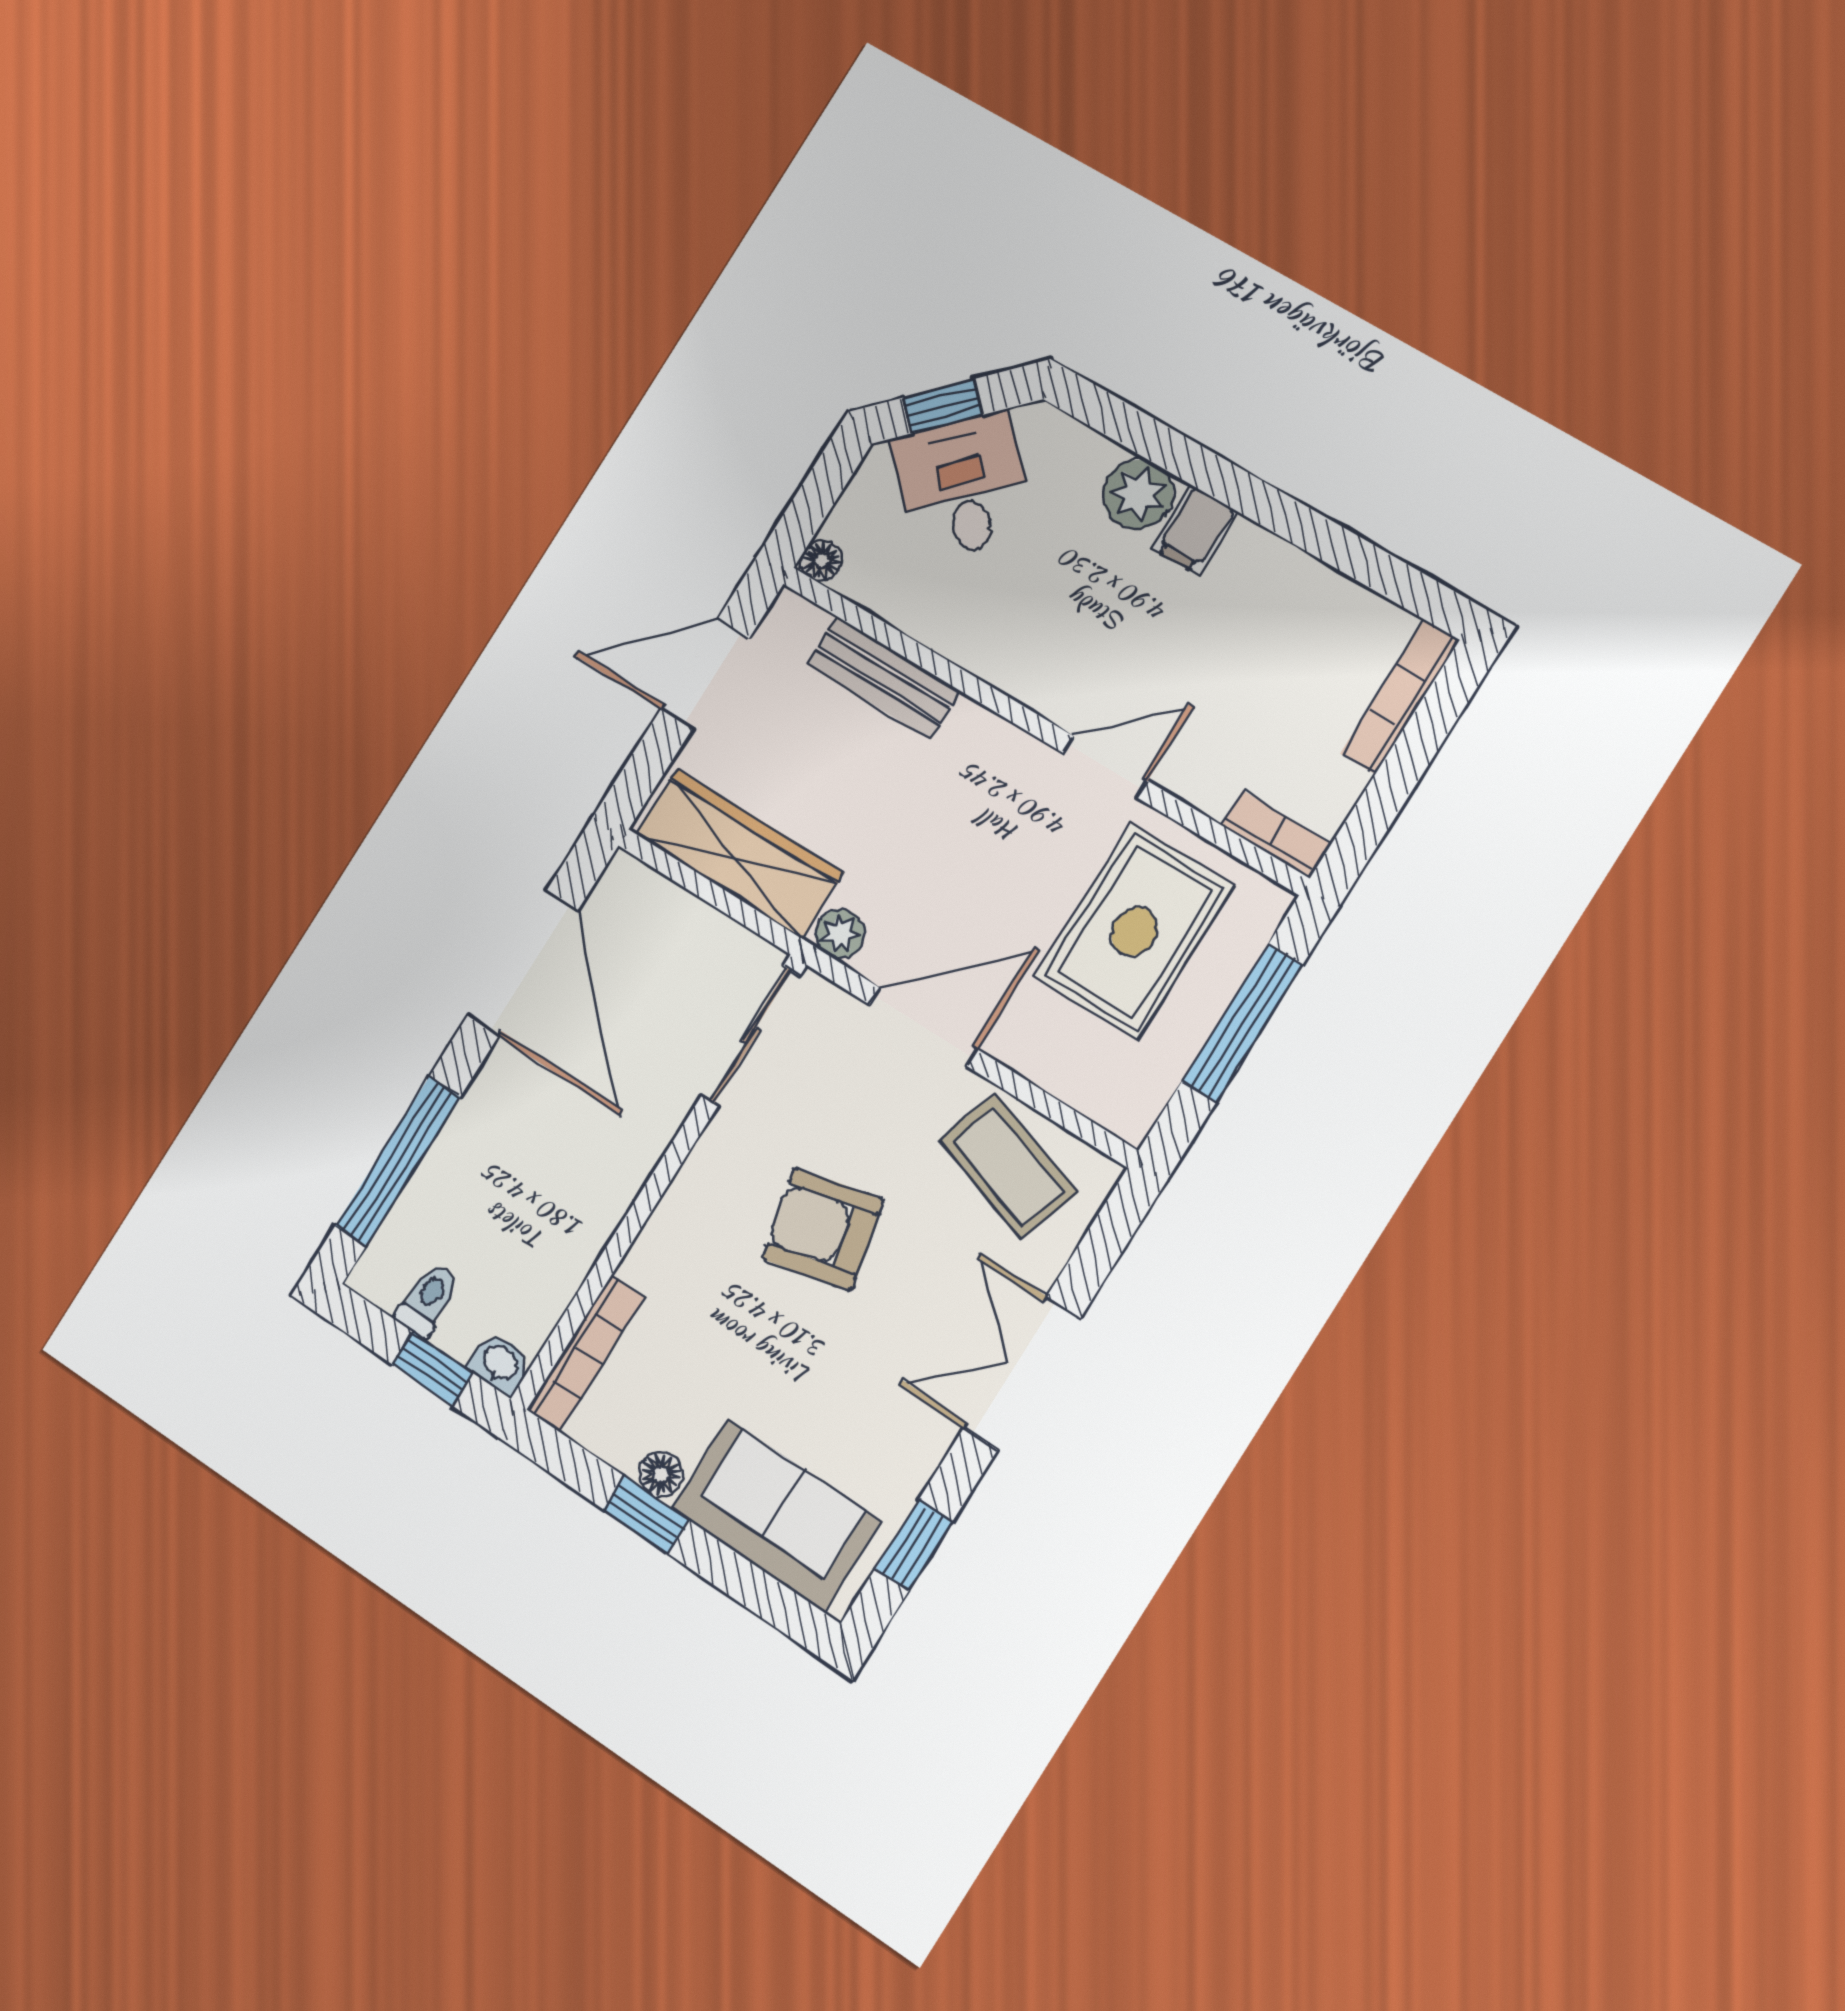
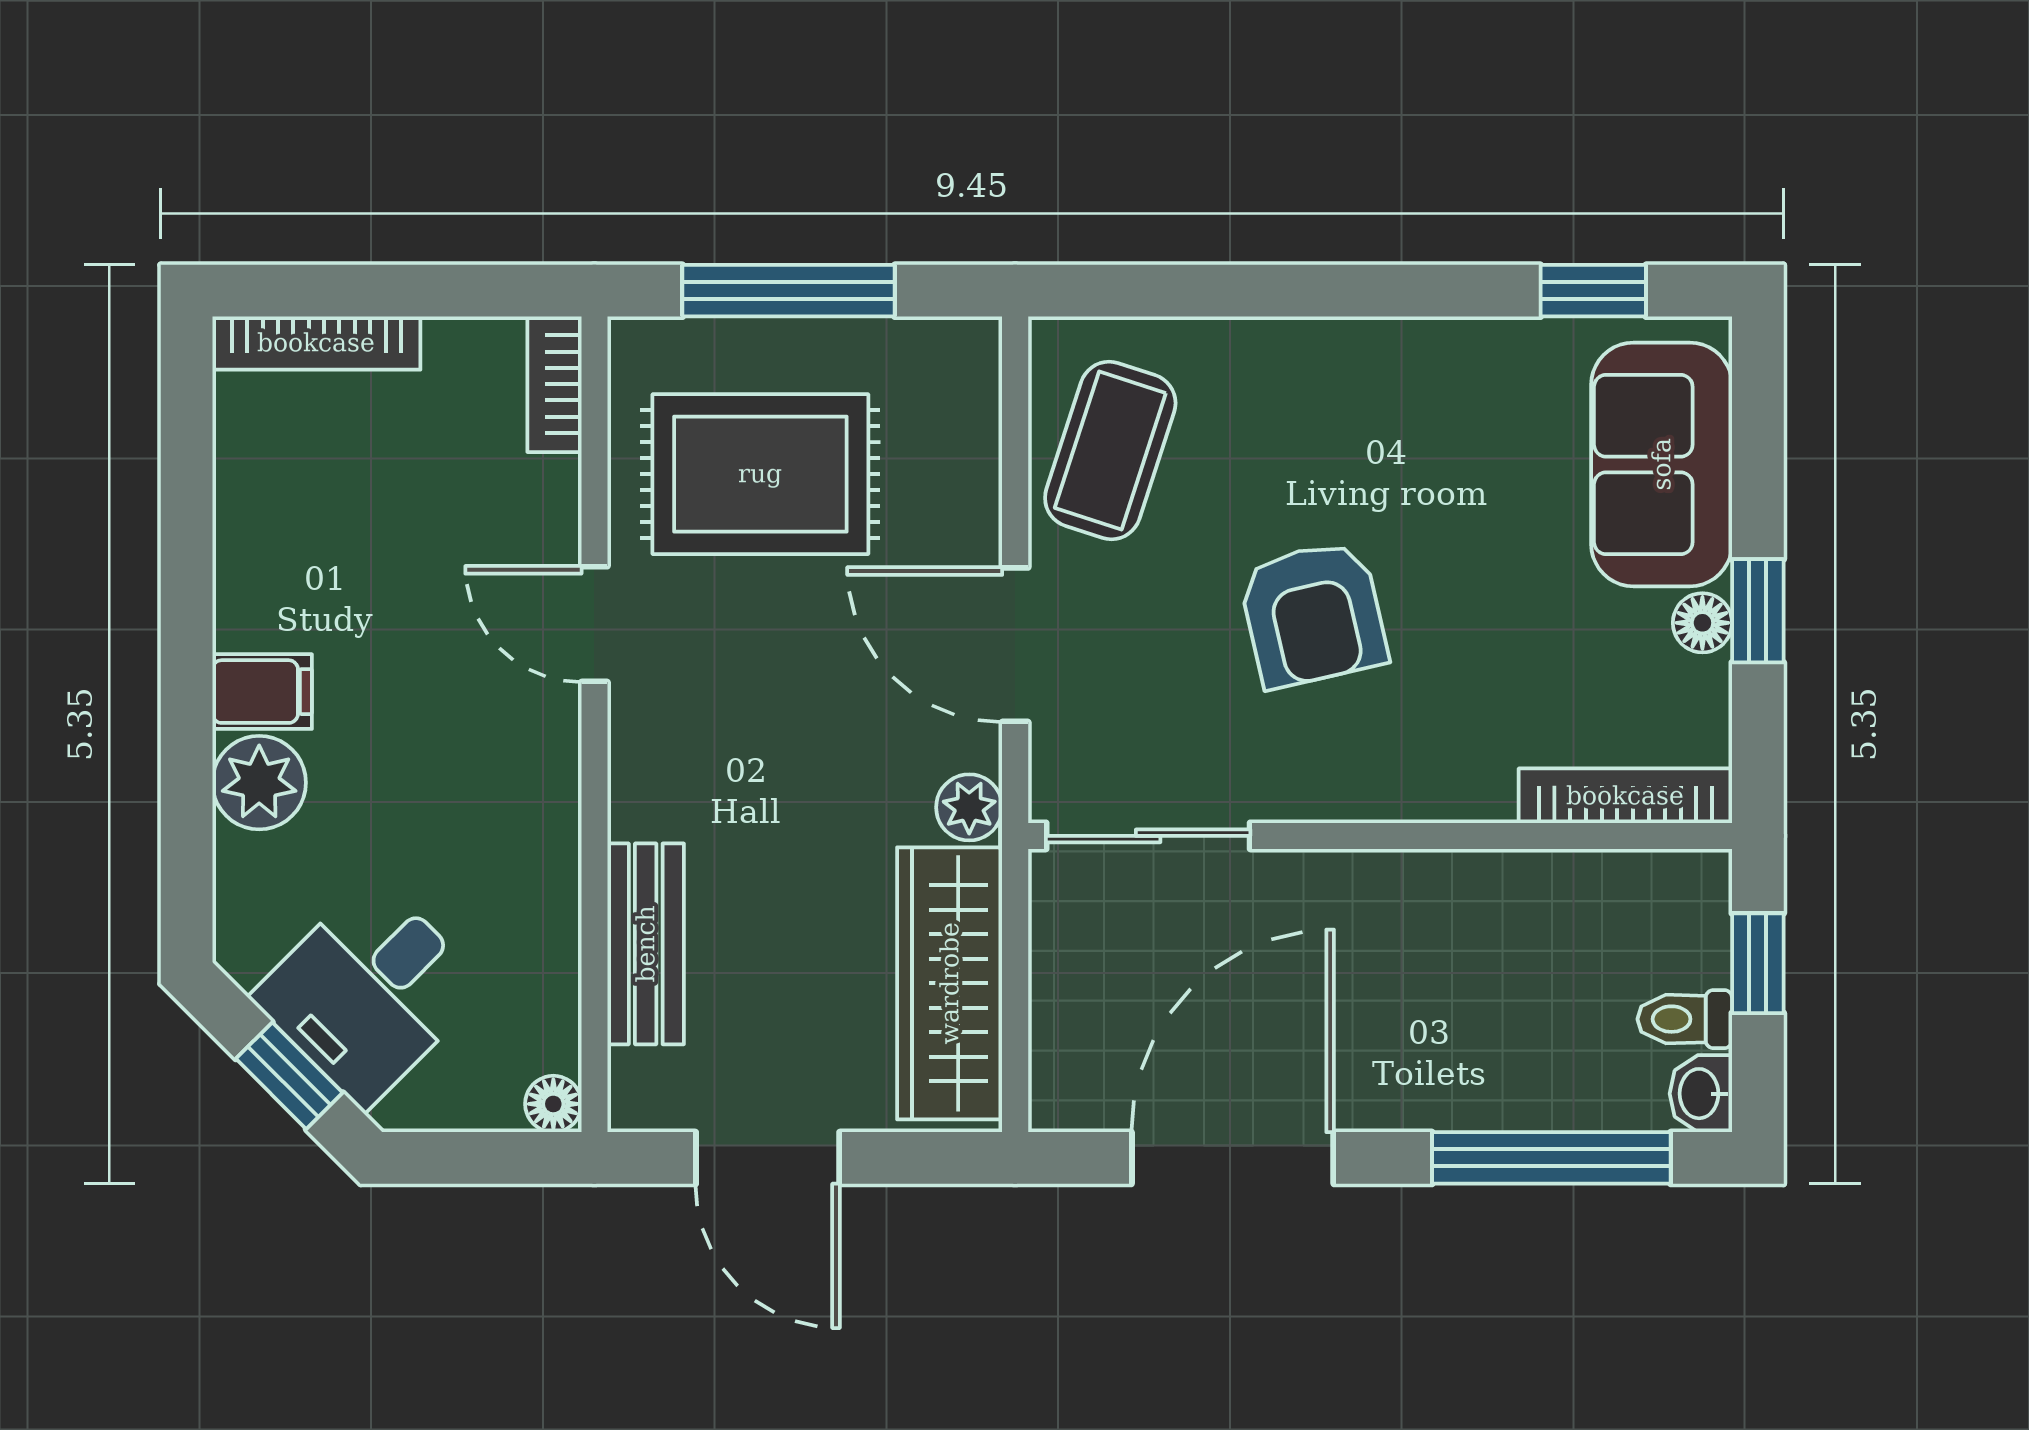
washbasin: (500, 1363) -> (1701, 1094), moved
double door: (1022, 1373) -> (1328, 291), removed

